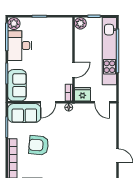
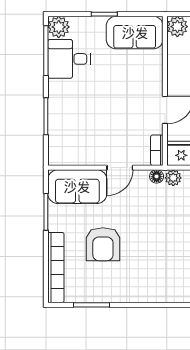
desk: (20, 46) -> (69, 59), width x0.73
sofa: (17, 85) -> (135, 33), moved, turned 90
plant: (78, 108) -> (173, 178), added
armchair: (39, 145) -> (103, 244), turned -95

